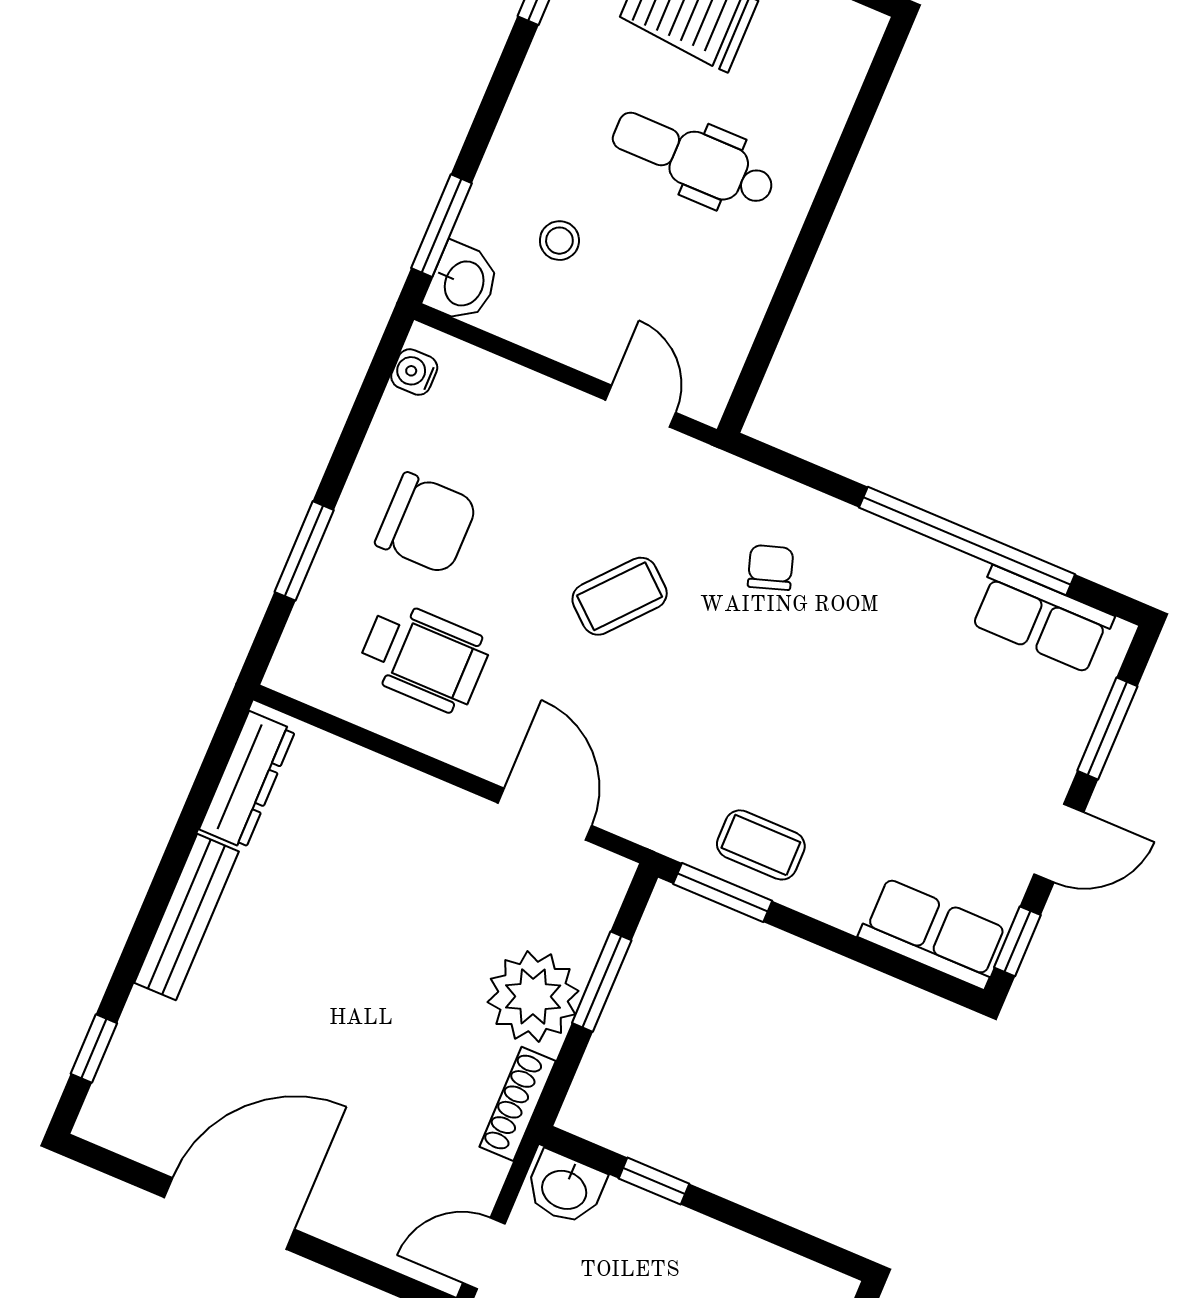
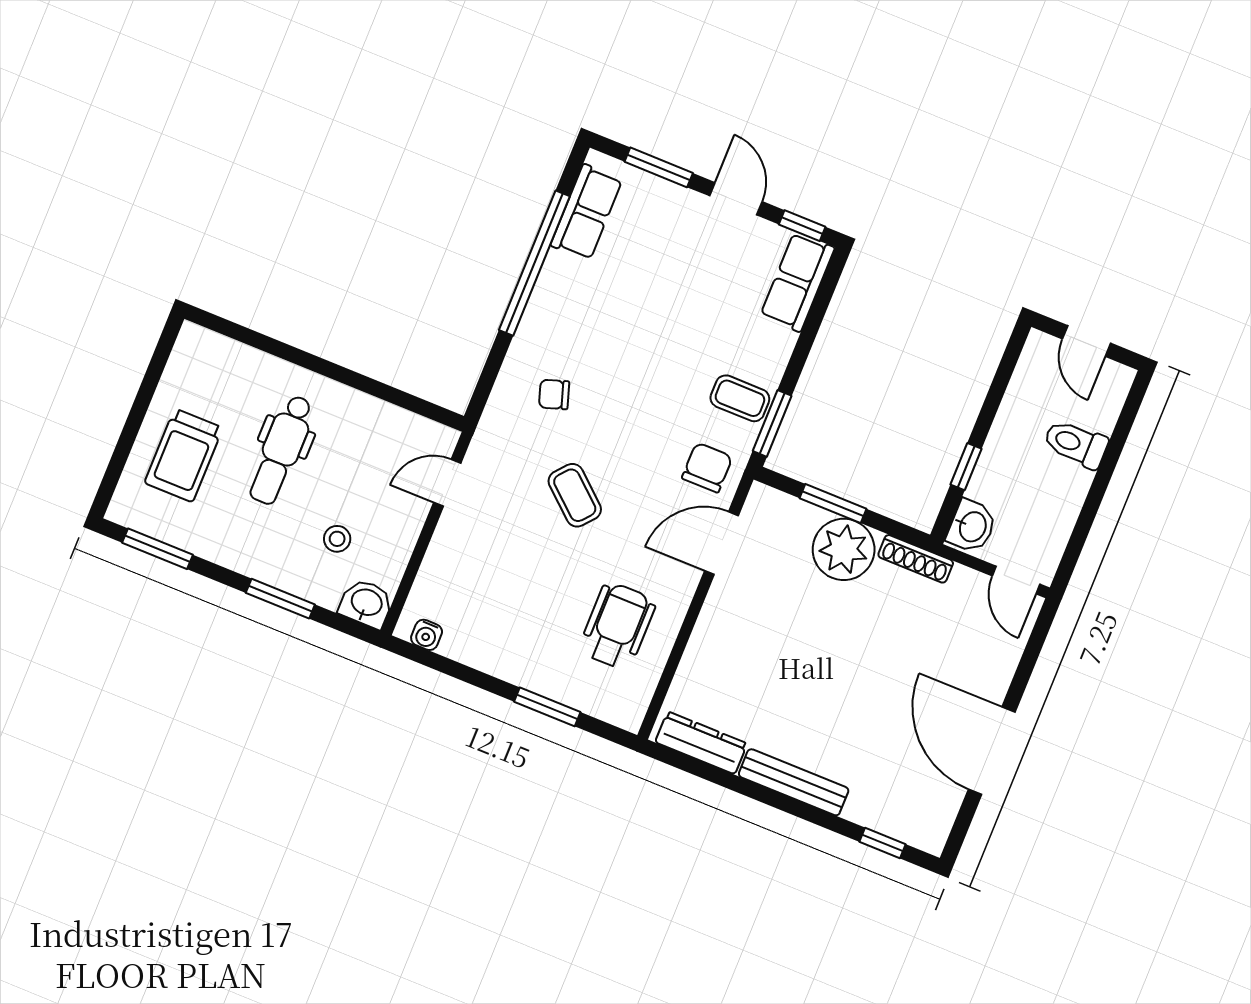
window: (441, 226) -> (280, 599), moved
chair: (426, 523) -> (707, 468), moved, width x0.73, depth x0.73
coffee table: (761, 845) -> (740, 398), turned 90

